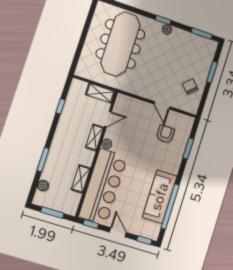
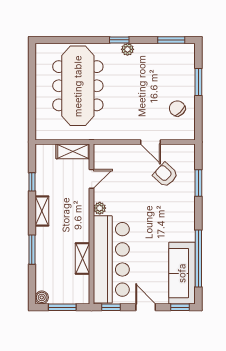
armchair: (165, 134) -> (165, 175), turned -47
shelving: (95, 137) -> (42, 211), moved
boiler: (43, 186) -> (42, 297), moved
sofa: (160, 197) -> (182, 273), moved

